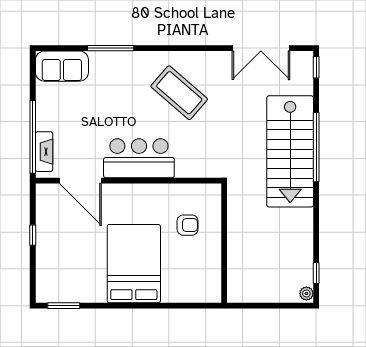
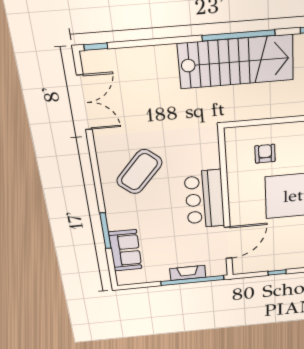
sofa: (62, 66) -> (125, 250), moved
window: (316, 147) -> (239, 35), moved
stairs: (290, 151) -> (236, 62), moved
fireplace: (44, 152) -> (188, 273), moved

